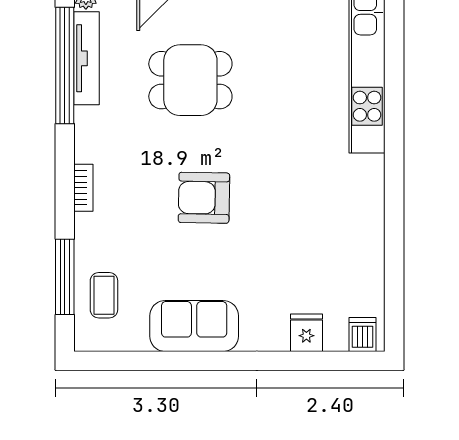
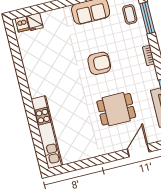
fridge: (306, 333) -> (35, 22), moved

